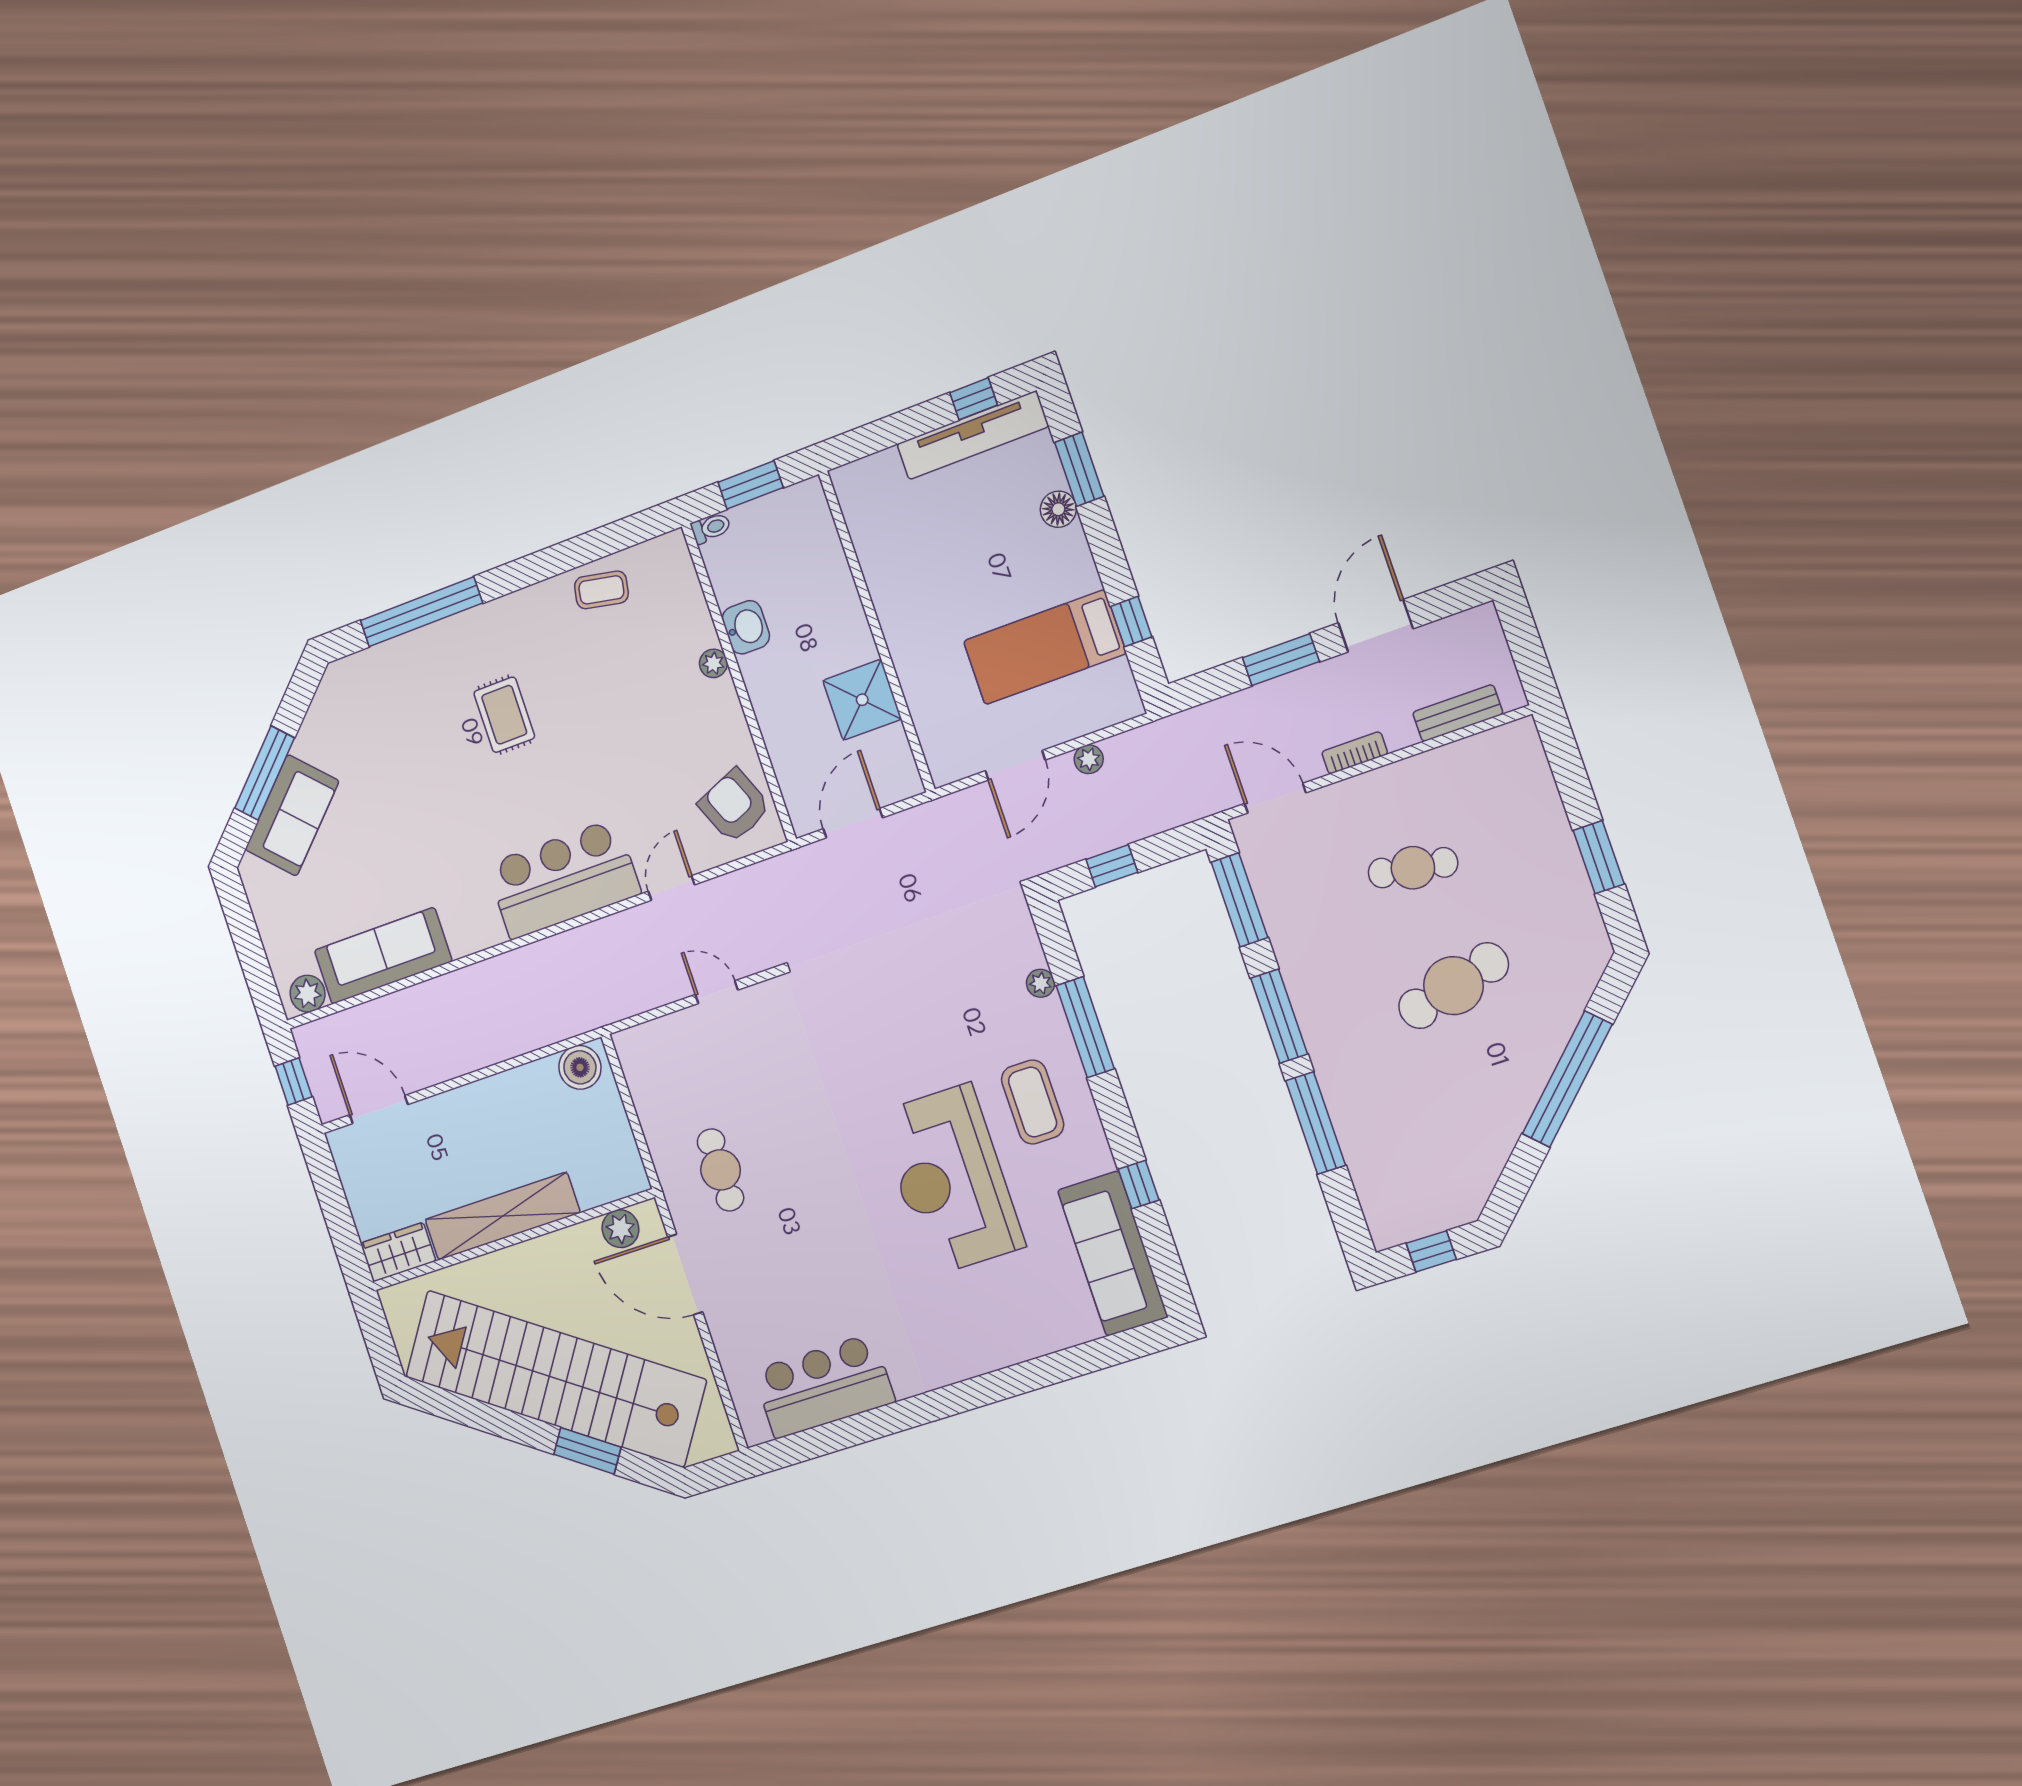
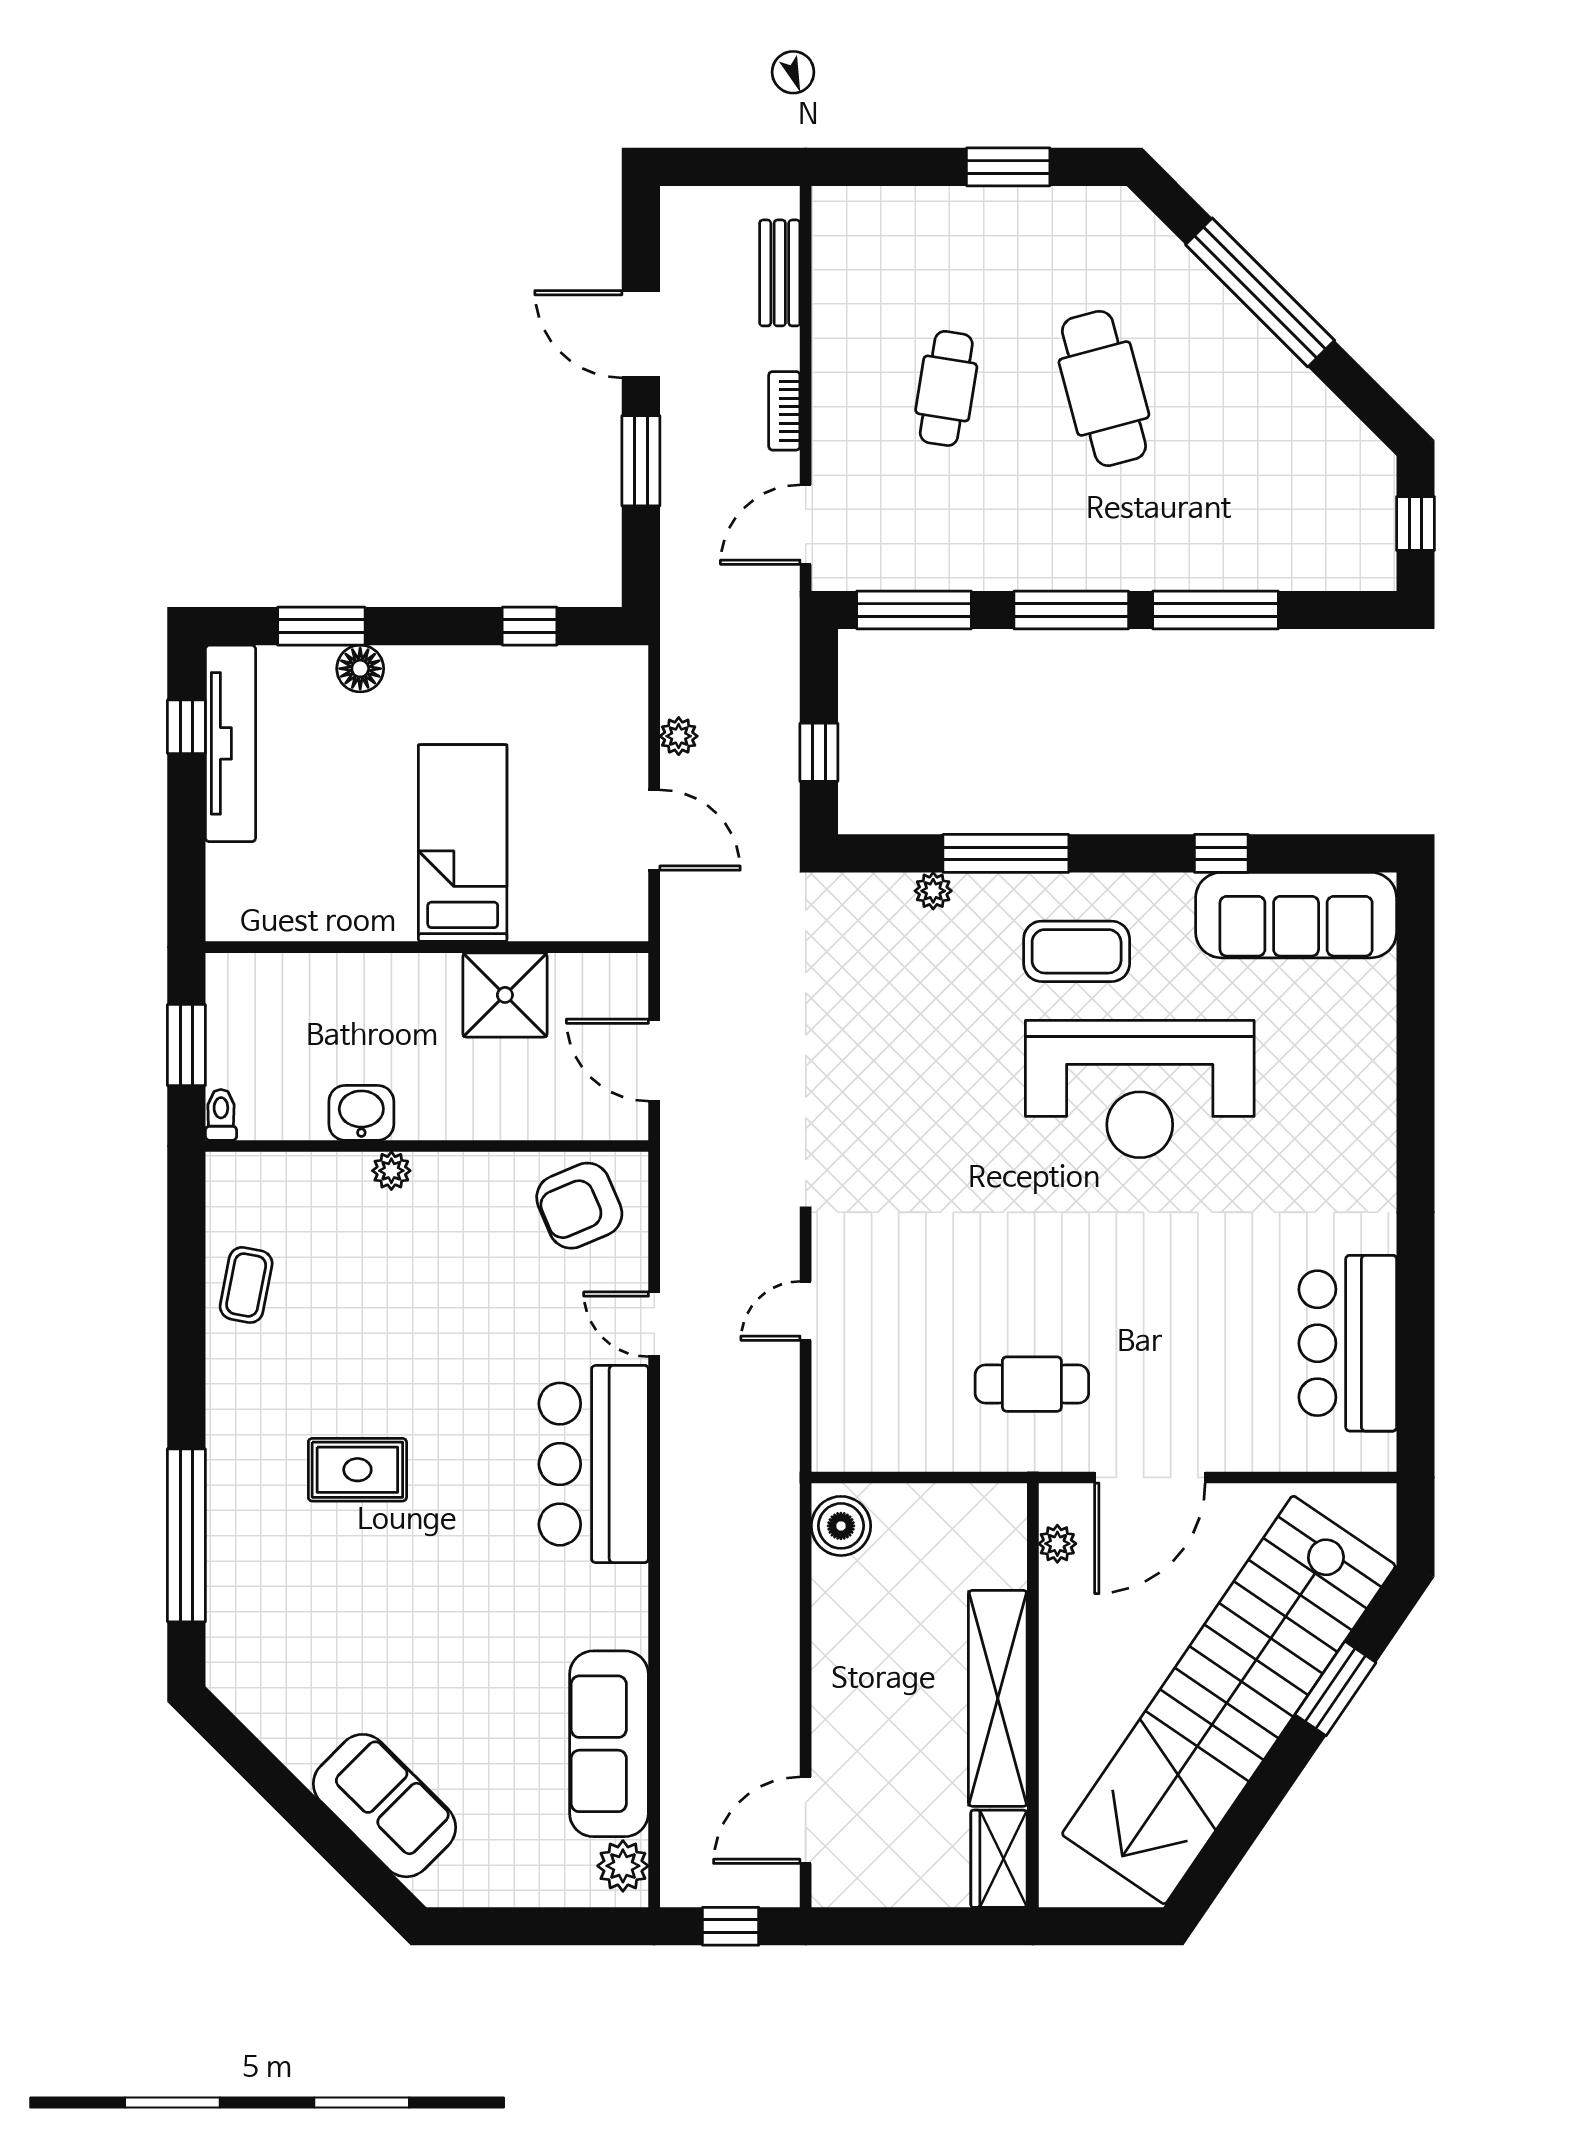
bed: (1045, 647) -> (463, 843), moved, turned 180
window: (265, 773) -> (317, 1824), removed
plant: (620, 1229) -> (1057, 1544), width x0.73, depth x0.73

